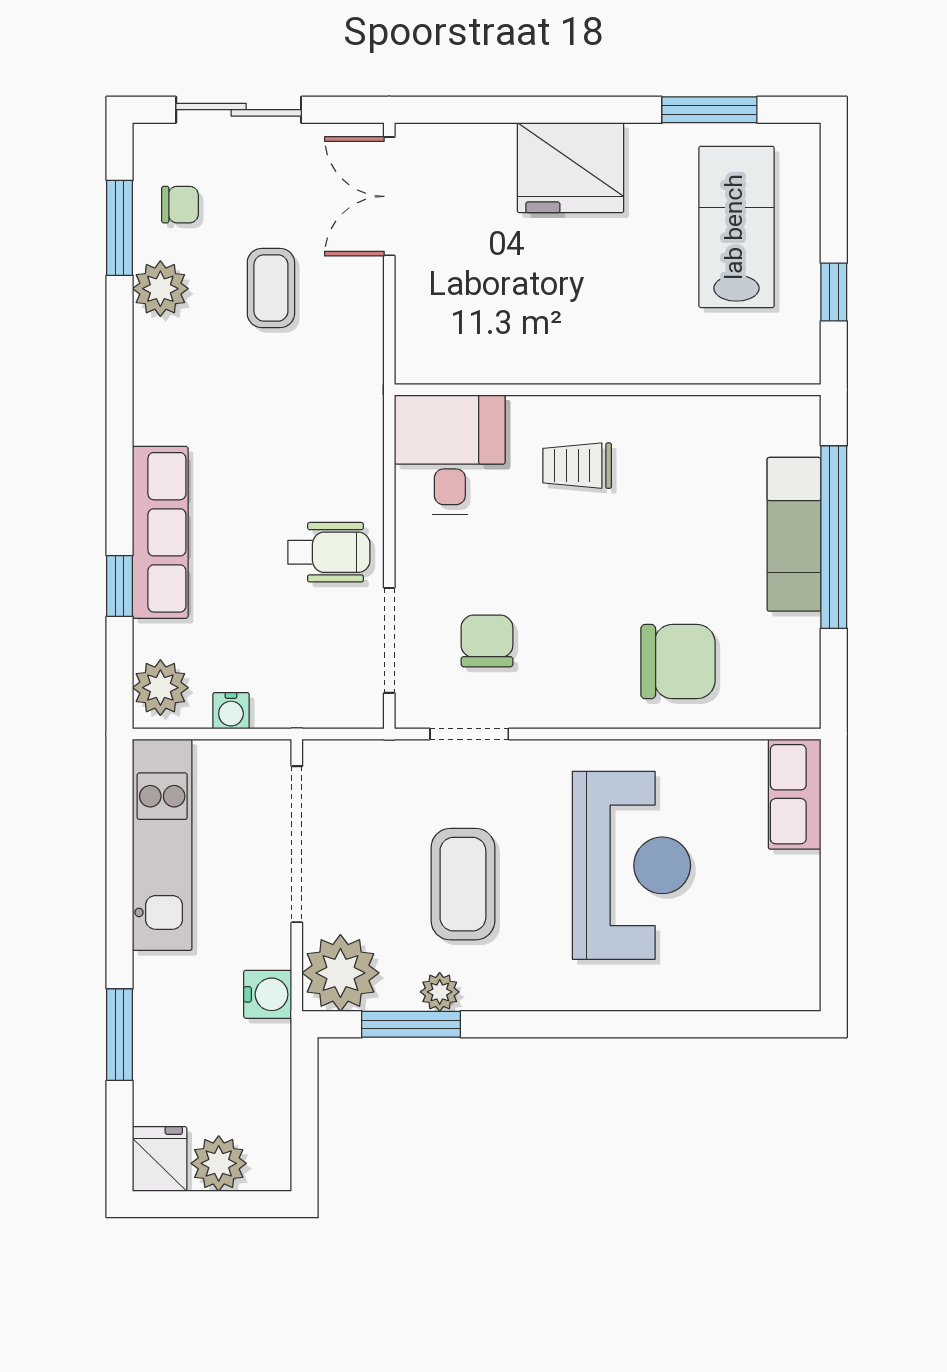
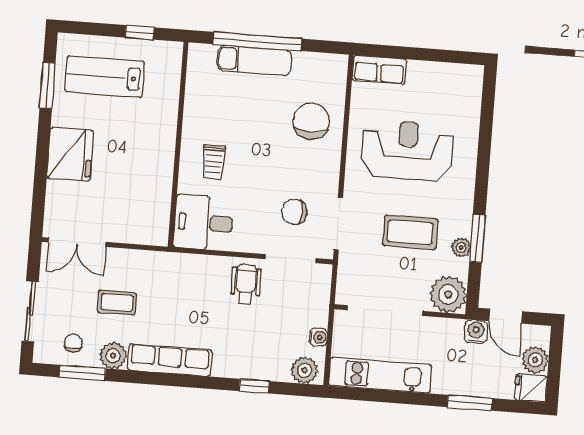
row of seats: (160, 532) -> (170, 360), moved
doorway: (469, 734) -> (338, 224), width x1.38
water cooler: (268, 994) -> (476, 332), moved
window: (411, 1024) -> (477, 238), moved
door: (305, 1096) -> (506, 316), added

